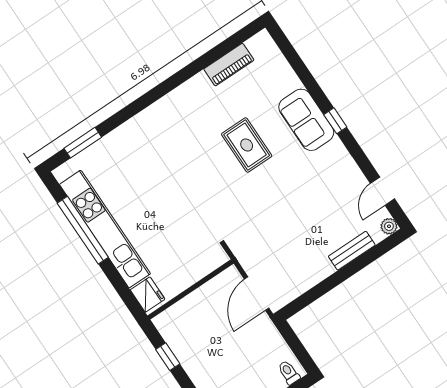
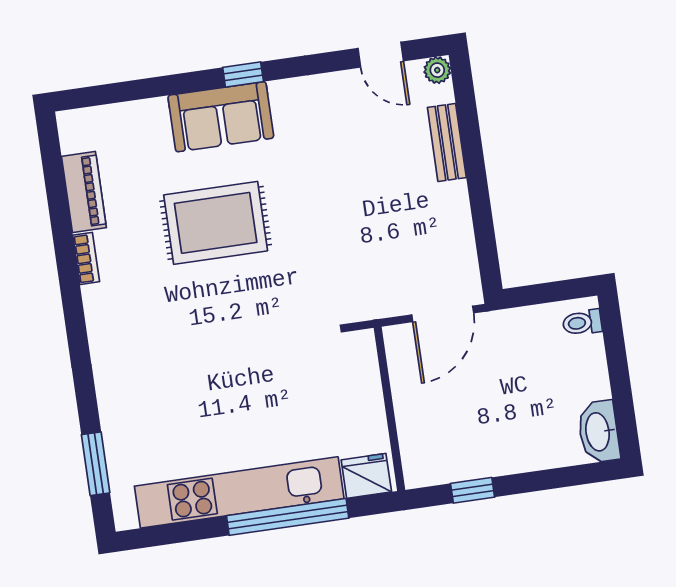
bookcase: (193, 83) -> (86, 258), added
rug: (247, 145) -> (216, 223), width x1.36, depth x1.43
window: (83, 230) -> (288, 517), moved
door: (257, 294) -> (443, 314), hinge flipped

